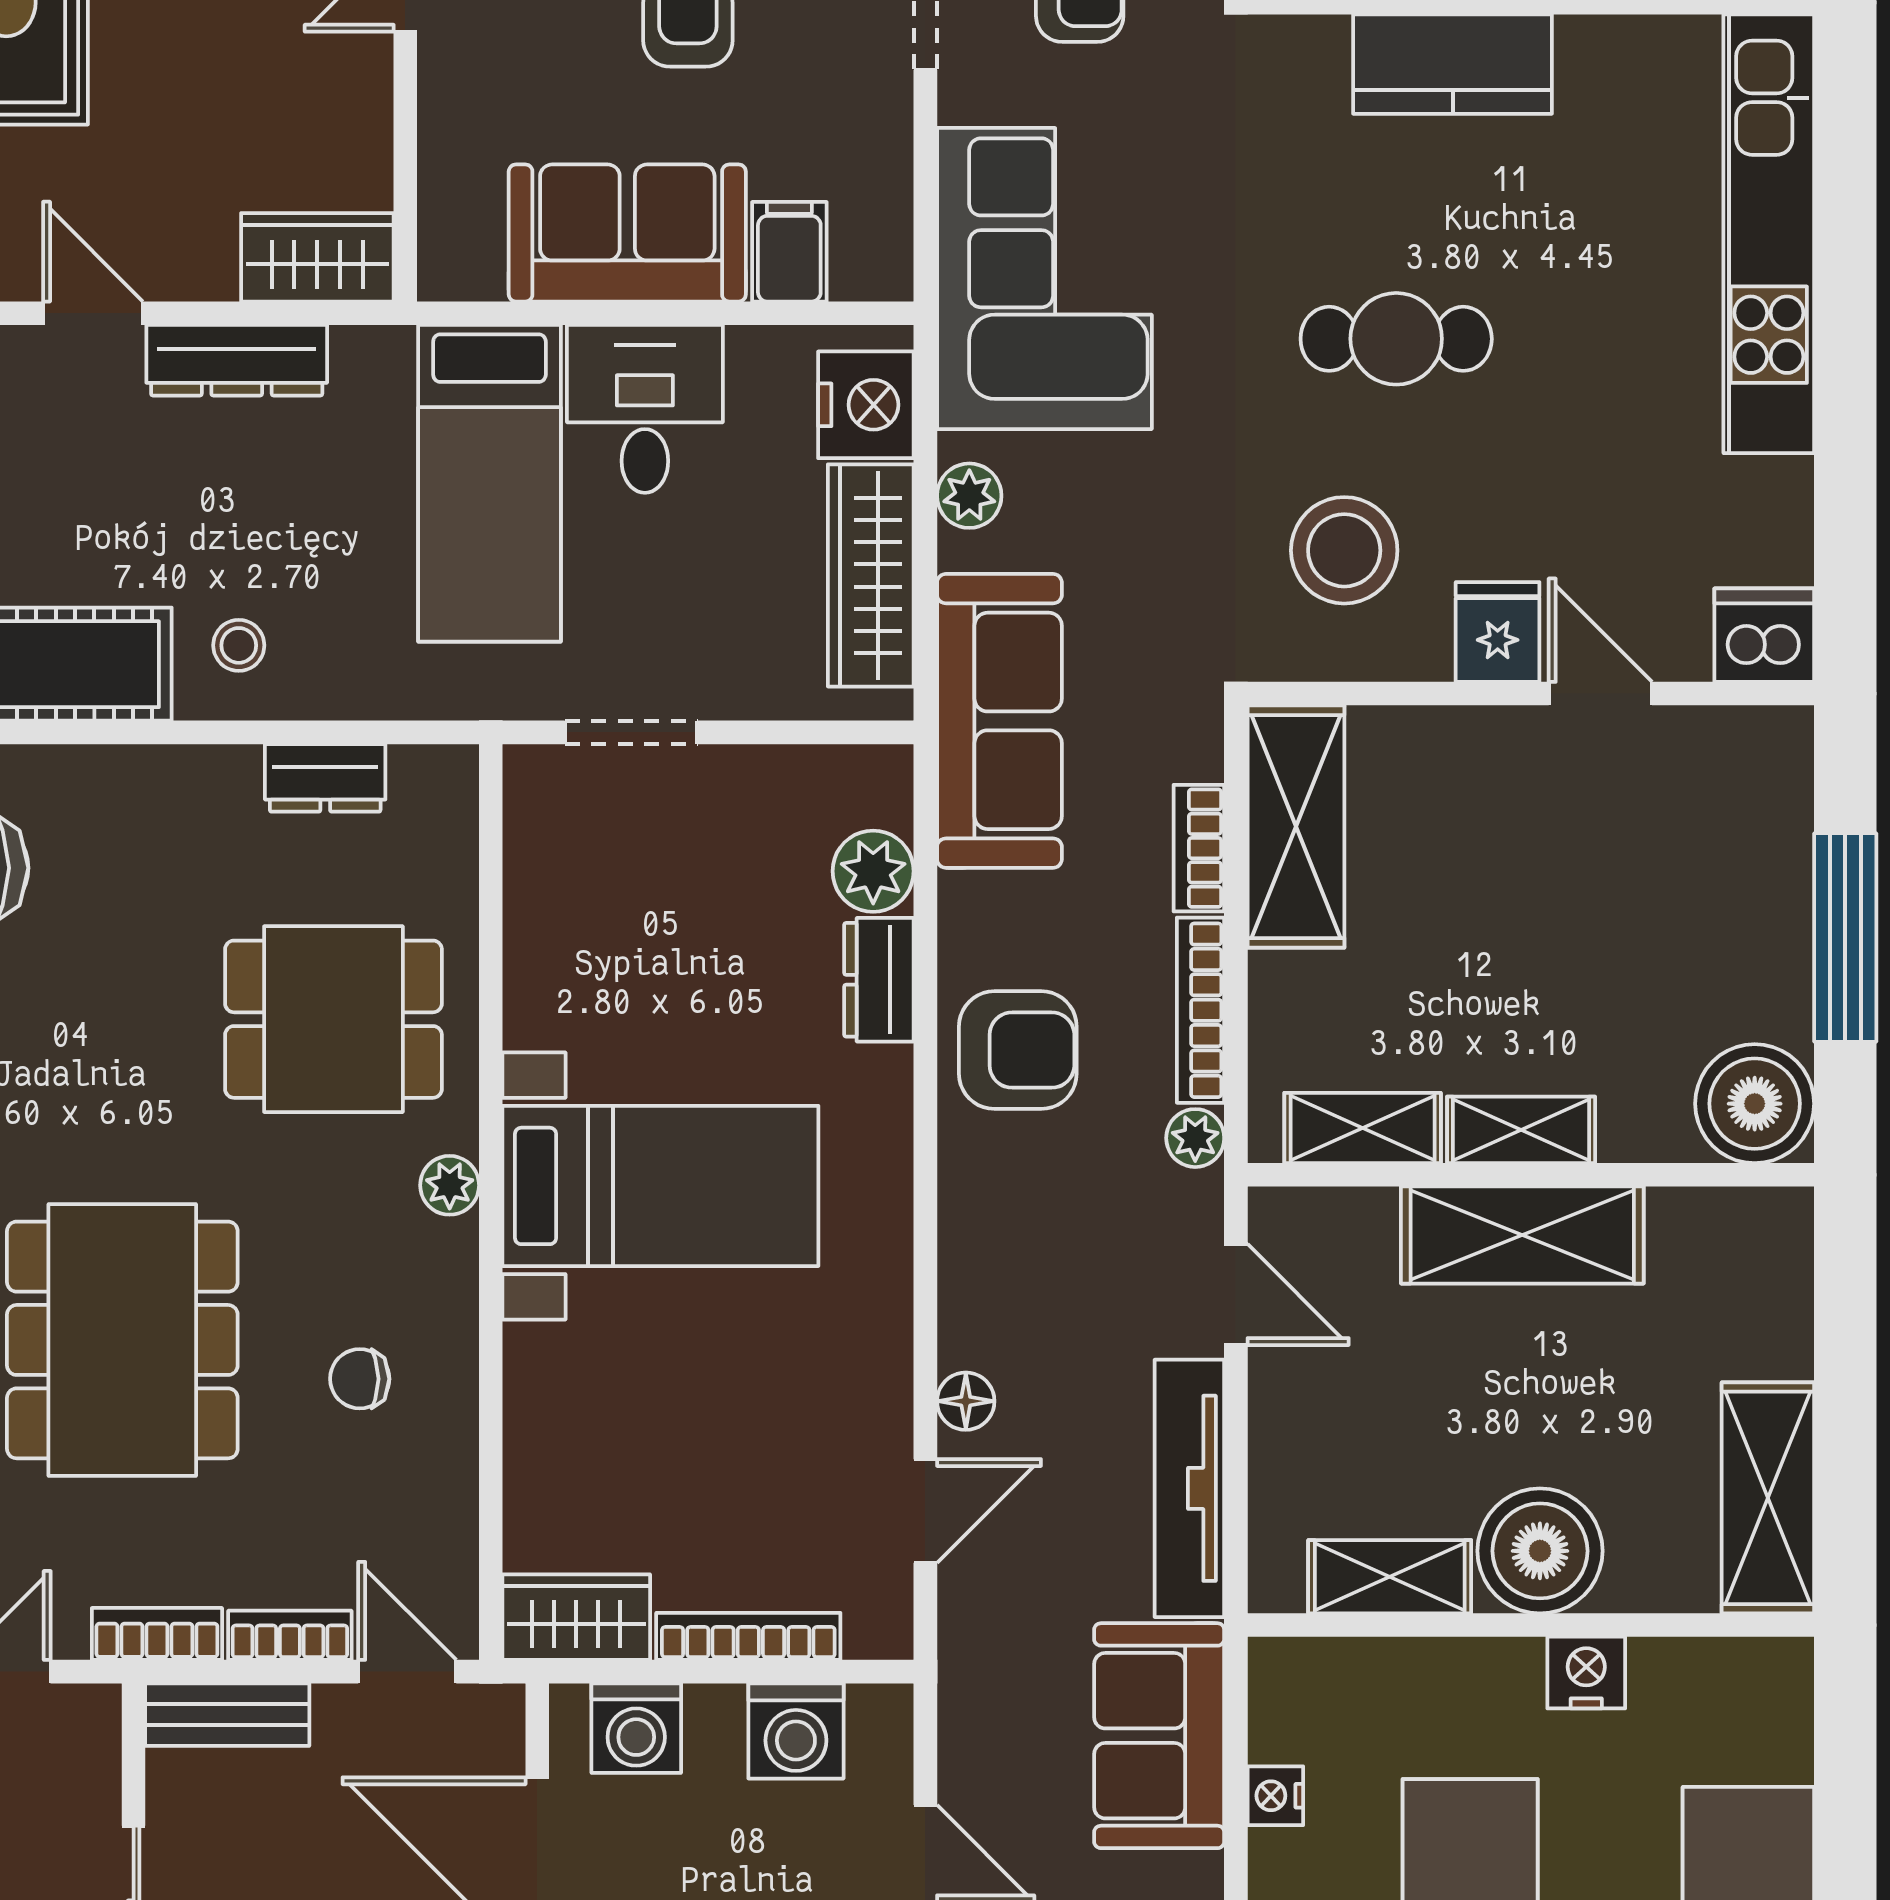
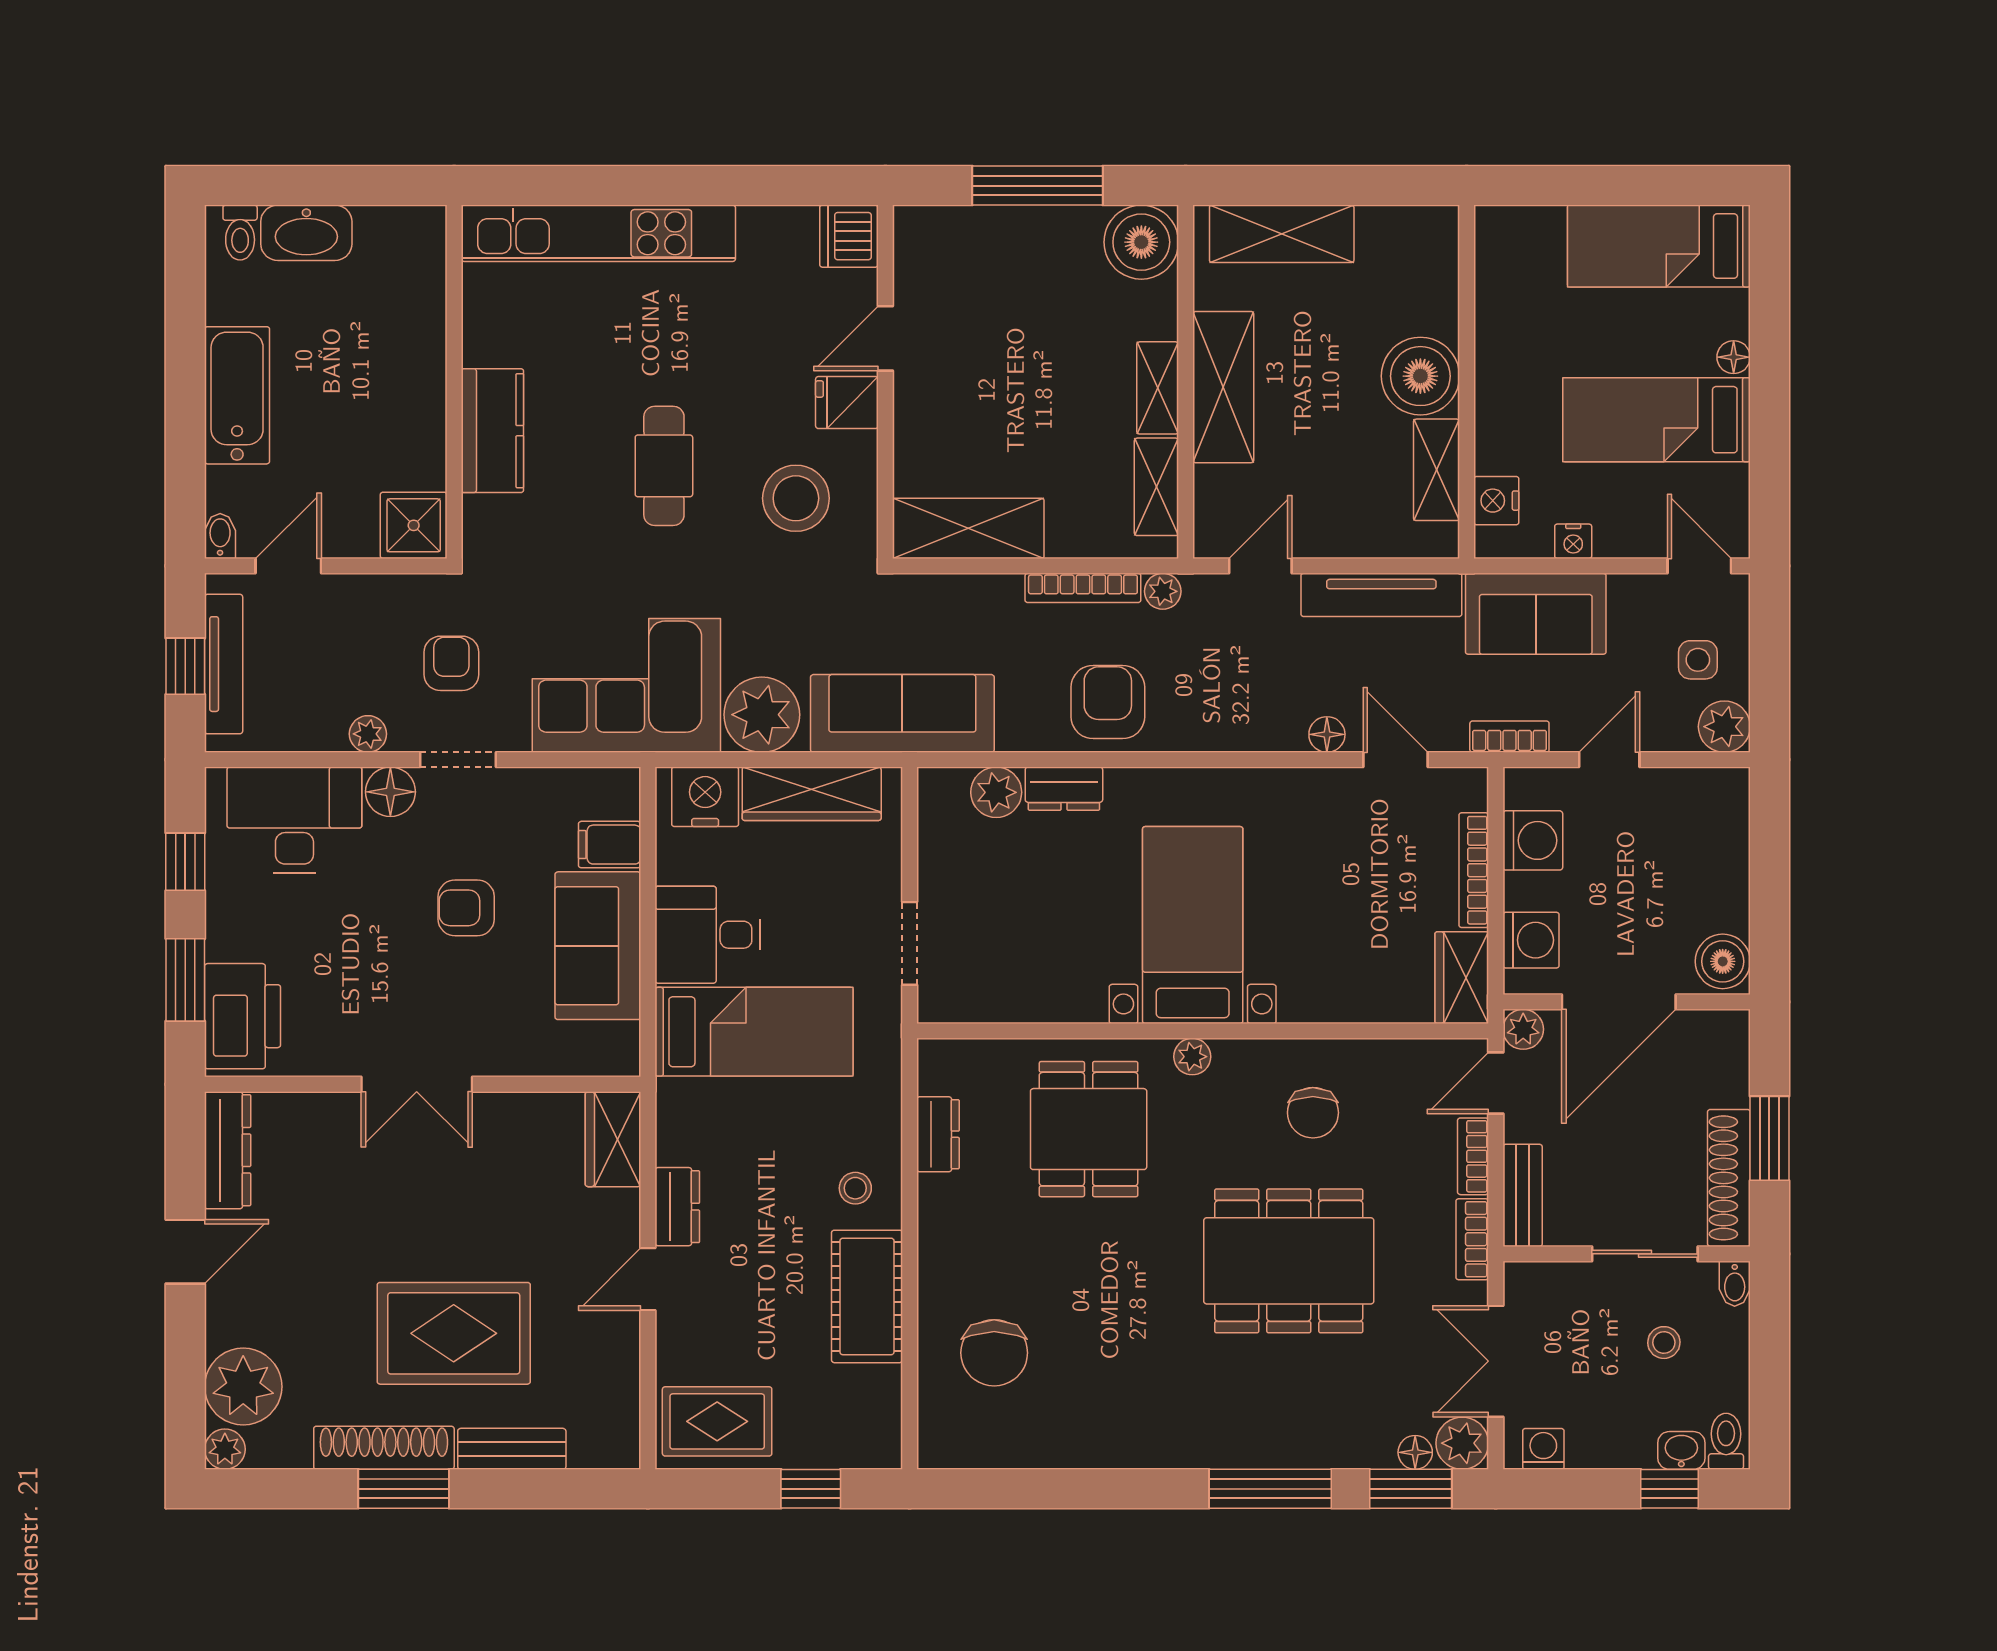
dresser: (237, 360) -> (677, 1207), width x0.70
plant: (969, 496) -> (762, 715), width x1.88, depth x1.88
bookcase: (1199, 848) -> (1509, 737), moved, turned 180
chair: (360, 1379) -> (1313, 1113), width x1.37, depth x1.37
shelving: (1768, 1498) -> (1282, 234), moved
nightstand: (1586, 1673) -> (1496, 501), moved
plant: (493, 1716) -> (1523, 1029), added

